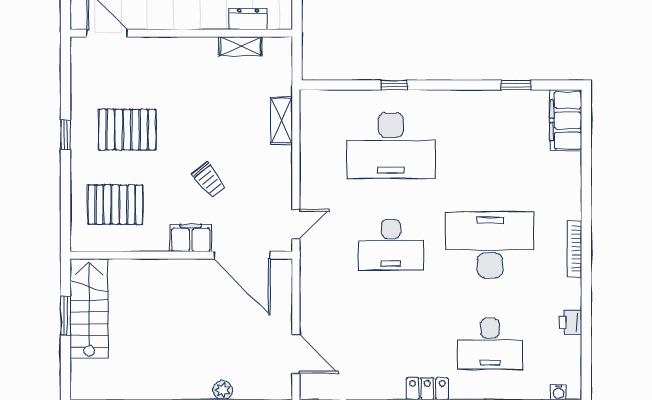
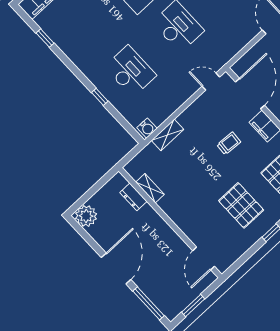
water cooler: (310, 105) -> (147, 128), added
desk: (391, 146) -> (130, 71), width x0.73, depth x0.77
trolley: (209, 180) -> (229, 143), turned 42

